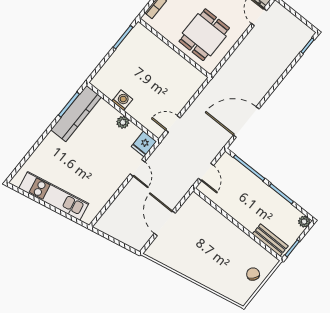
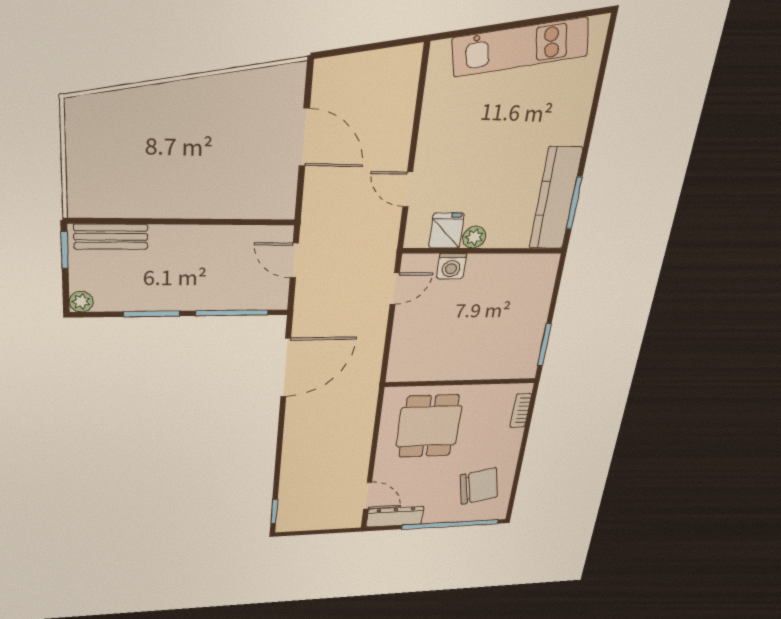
washing machine: (122, 100) -> (451, 266), moved
fridge: (144, 144) -> (446, 230), moved
chair: (253, 274) -> (93, 164), removed

